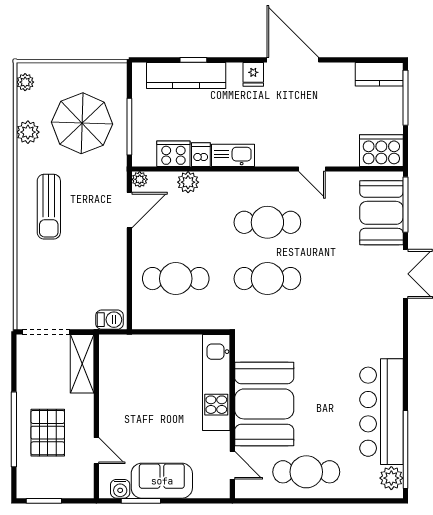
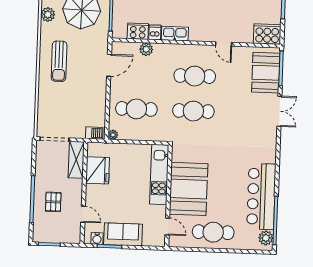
plant: (140, 179) -> (113, 135), moved
fridge: (117, 379) -> (98, 170), added
pallet: (48, 433) -> (53, 202), width x0.67, depth x0.71

